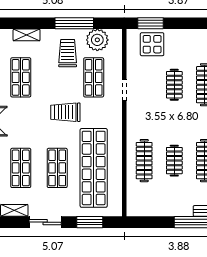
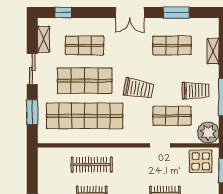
plant: (97, 40) -> (208, 133), moved
display table: (152, 44) -> (201, 161), moved
trolley: (65, 112) -> (138, 89), turned 100
shop shelf: (57, 168) -> (85, 81), width x1.43, depth x1.36

